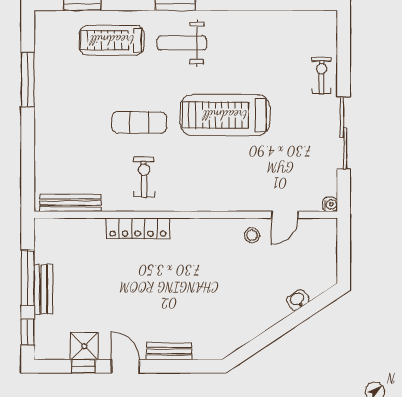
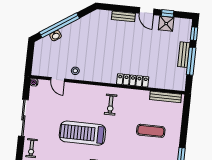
treadmill: (225, 115) -> (82, 133), turned 180
exercise mat: (139, 122) -> (151, 131), moved
exercise bike: (144, 177) -> (111, 105), moved
door: (285, 215) -> (58, 79), swing flipped
window: (292, 321) -> (59, 25), added

